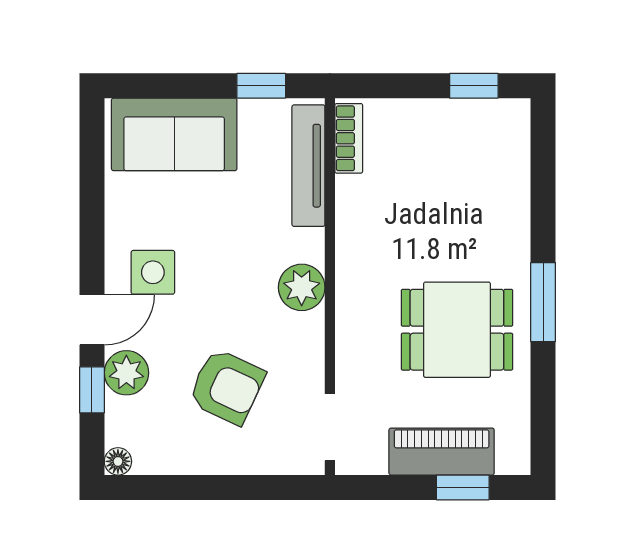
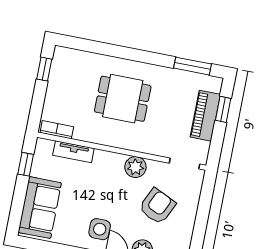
tv unit: (308, 166) -> (73, 152), width x0.71
plant: (302, 287) -> (135, 167), moved
window: (543, 302) -> (192, 66), moved
dining table: (457, 330) -> (123, 99), moved, turned 90

